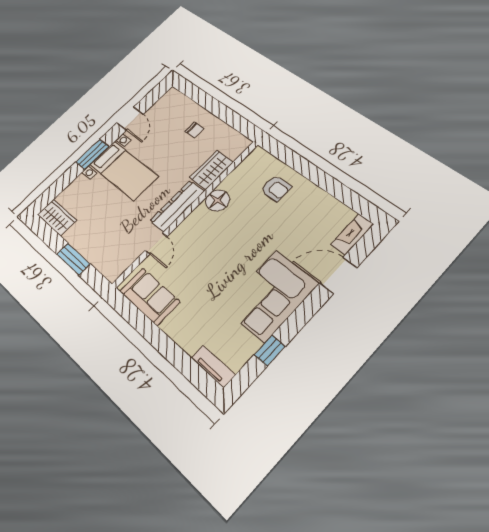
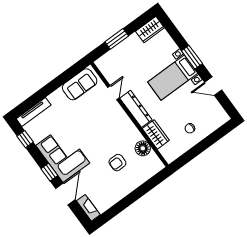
armchair: (276, 188) -> (117, 163), moved
floor lamp: (217, 200) -> (143, 148), moved
door: (156, 243) -> (113, 93), swing flipped
window: (307, 310) -> (49, 172), added
window: (270, 351) -> (25, 139), moved
tv unit: (213, 366) -> (34, 112), width x1.41

